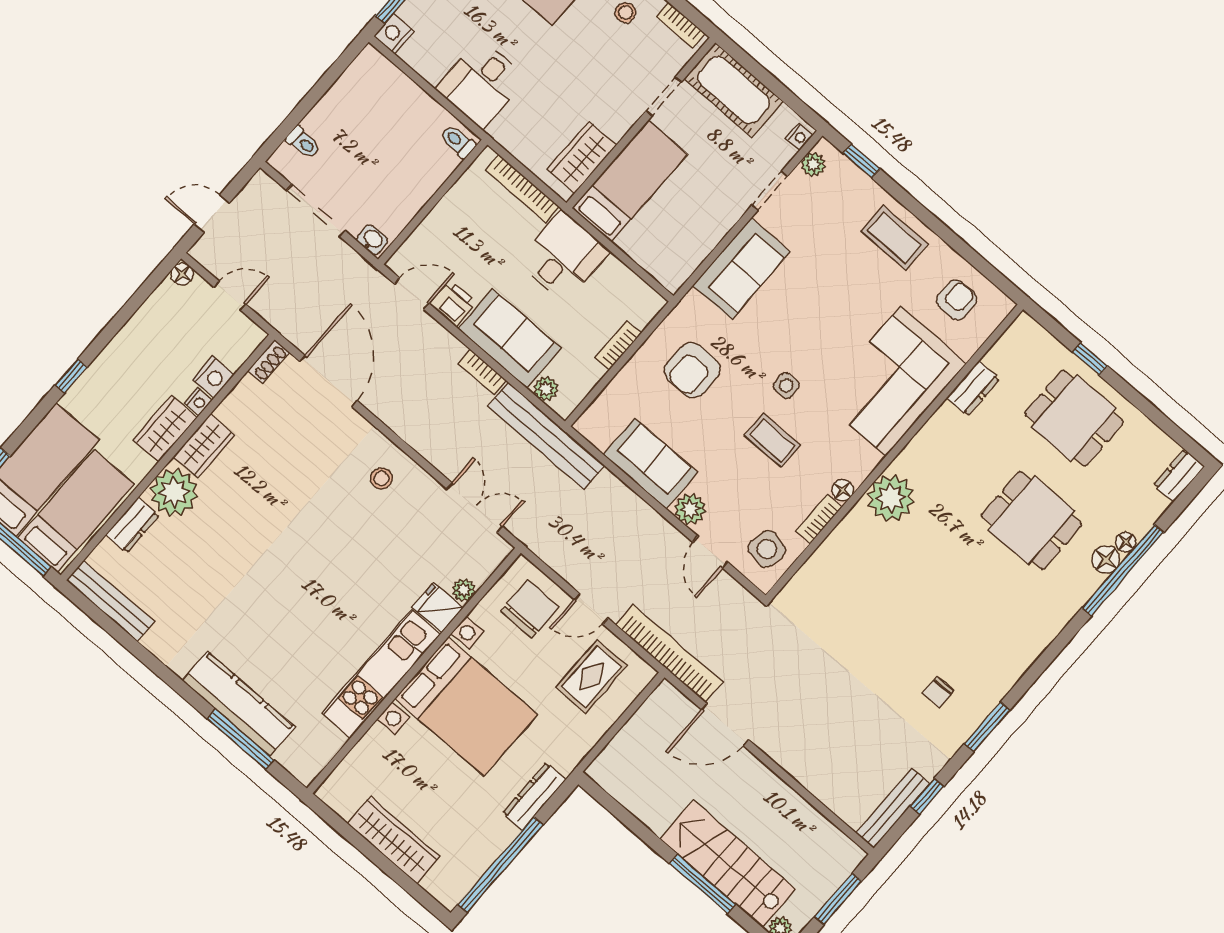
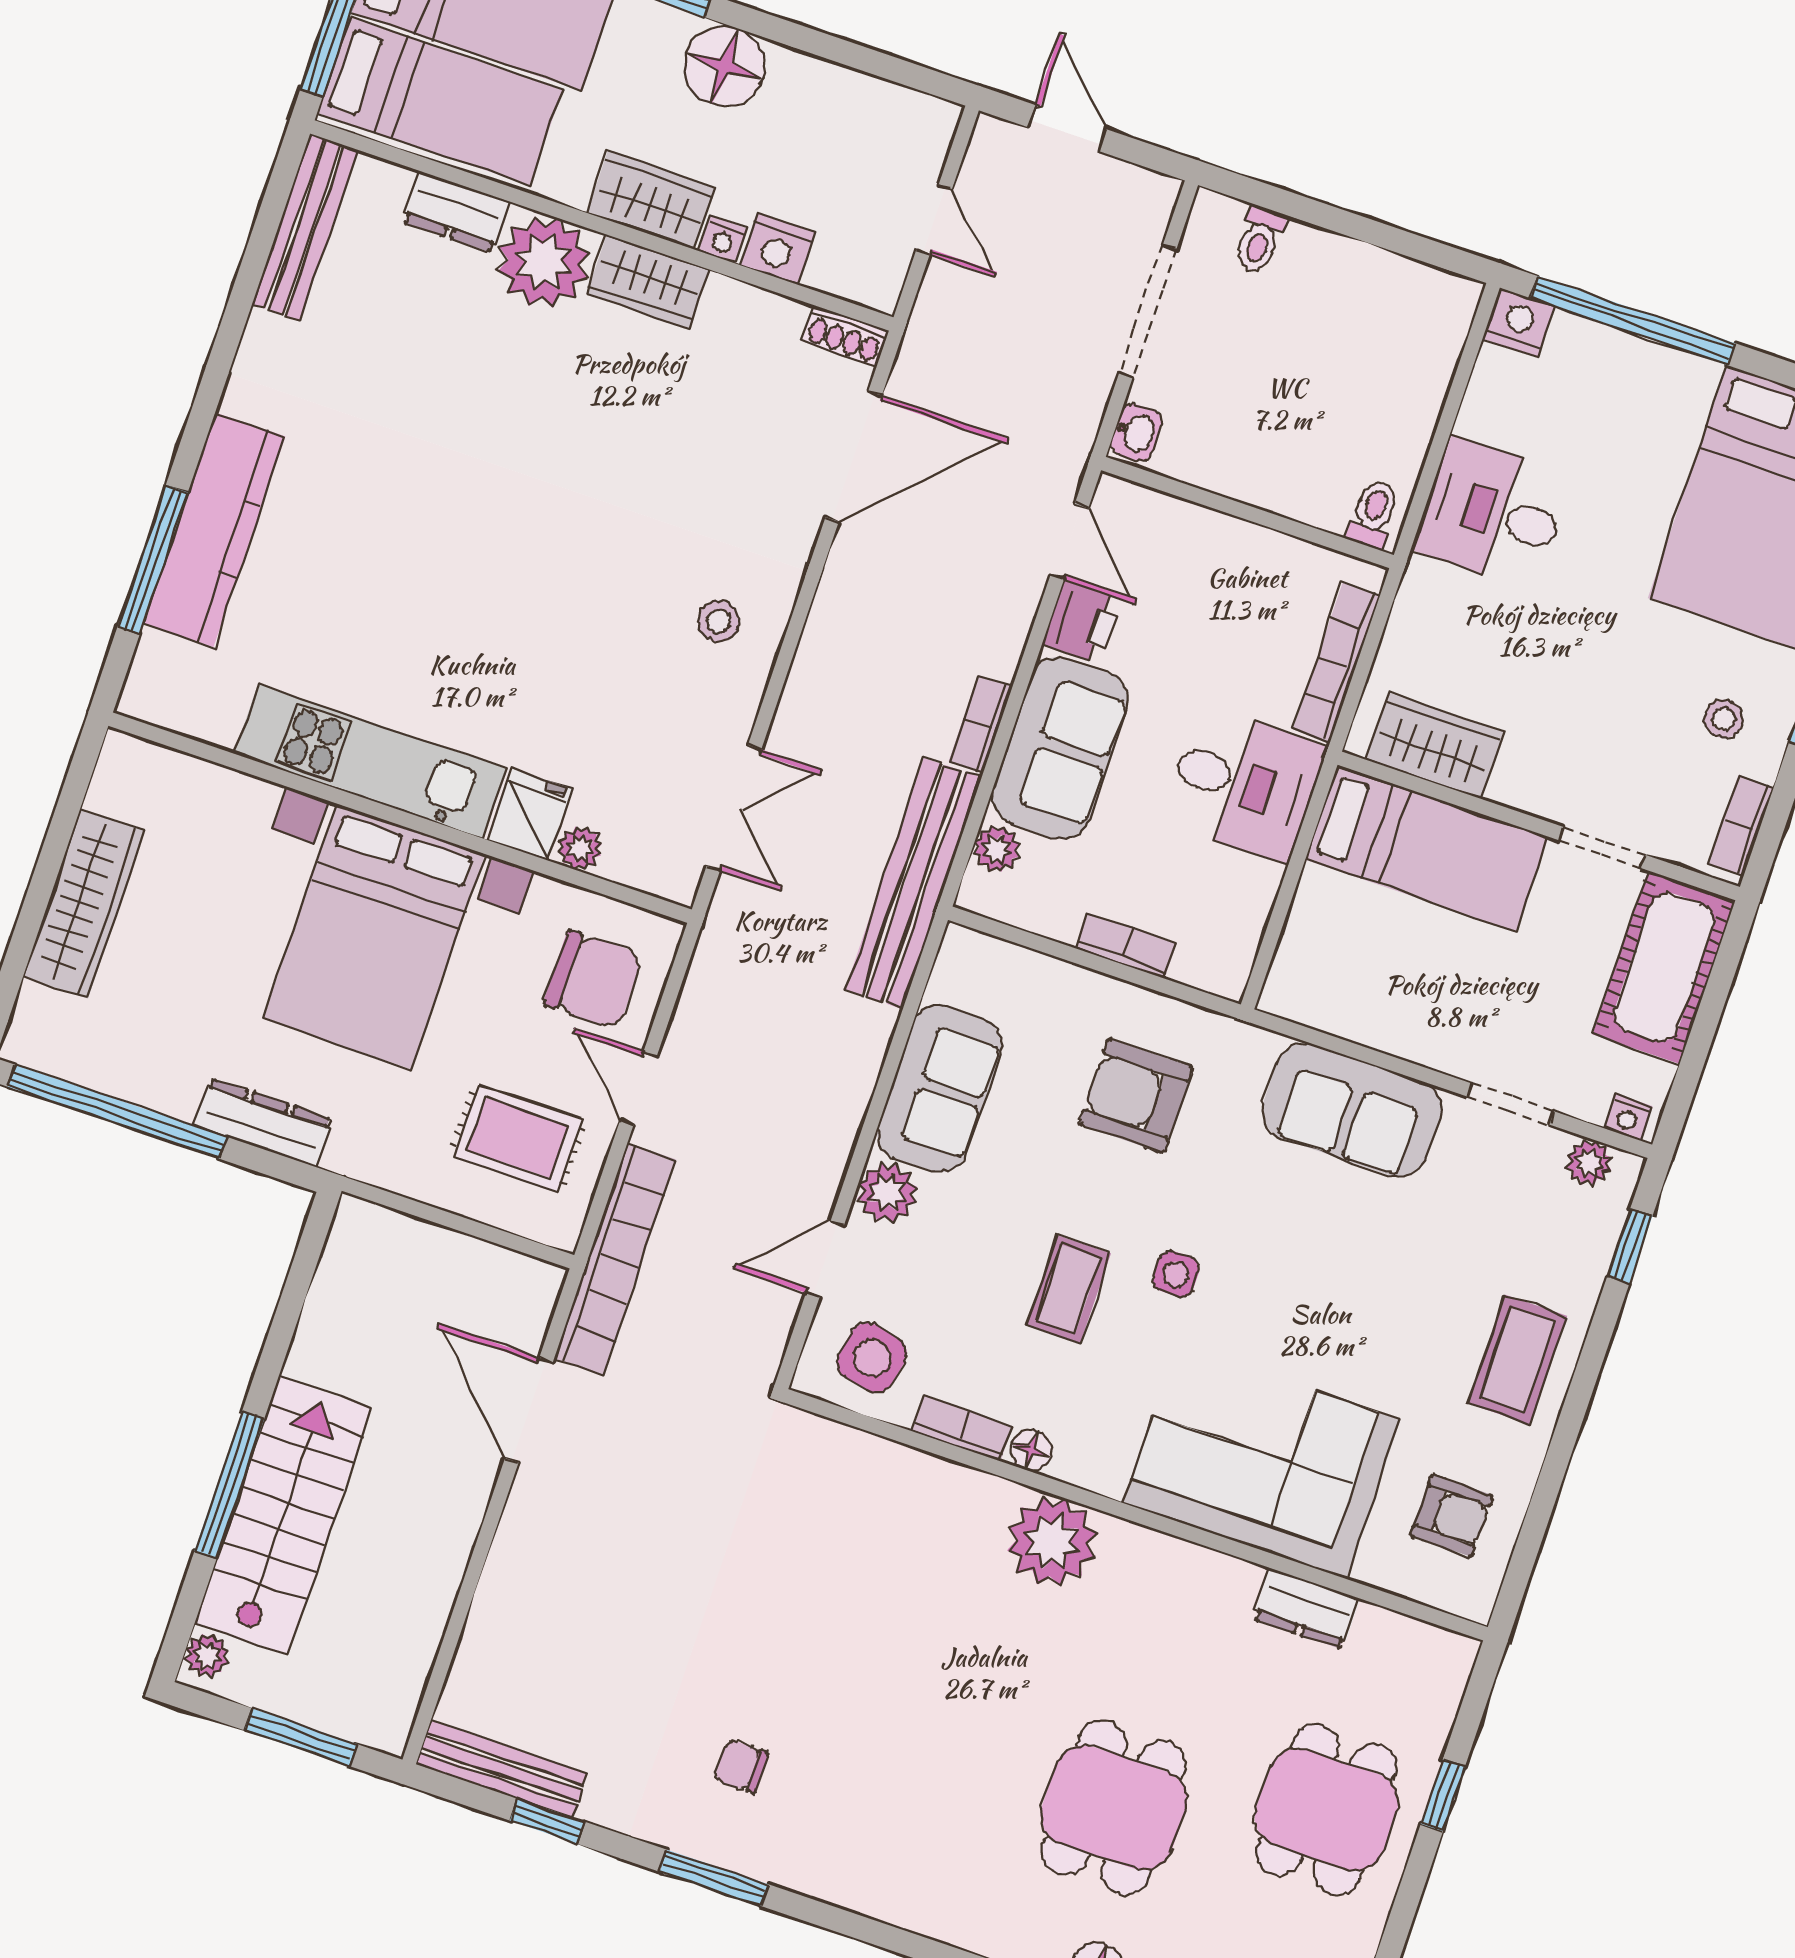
floor lamp: (182, 274) -> (725, 66), moved, width x1.89, depth x1.89

